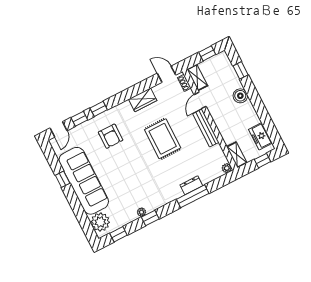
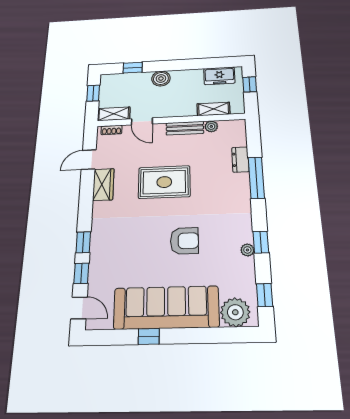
door: (167, 74) -> (89, 160), moved
bench: (206, 128) -> (185, 128), width x0.73
armchair: (111, 136) -> (184, 241), moved
shelving: (237, 155) -> (213, 109), moved
plant: (227, 168) -> (211, 126), moved
dresser: (191, 185) -> (240, 160), moved

